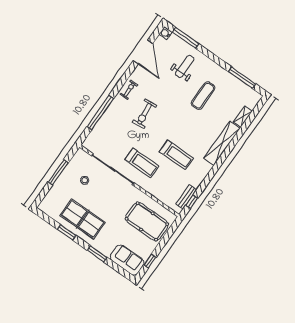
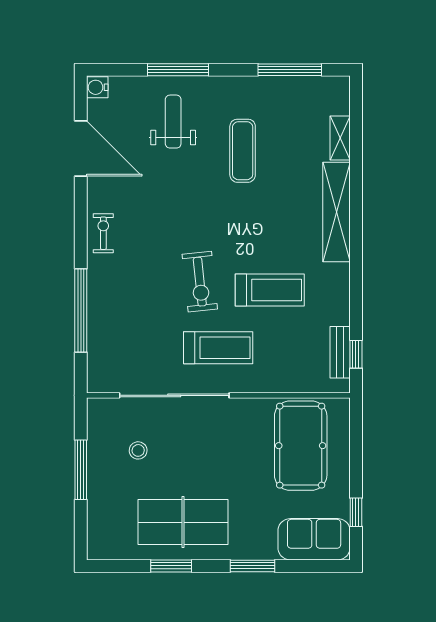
window: (186, 38) -> (178, 70), moved
exercise bike: (144, 114) -> (200, 282), moved
pool table: (147, 221) -> (301, 446), turned 90

